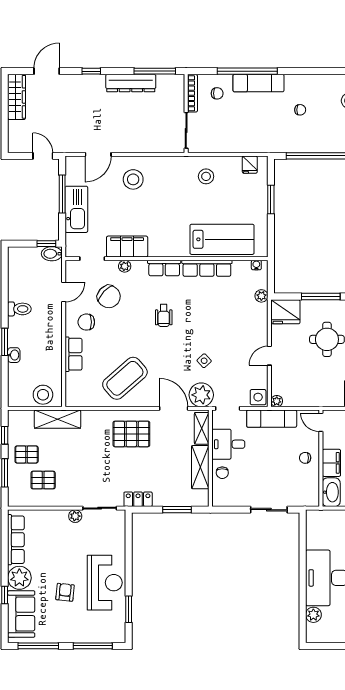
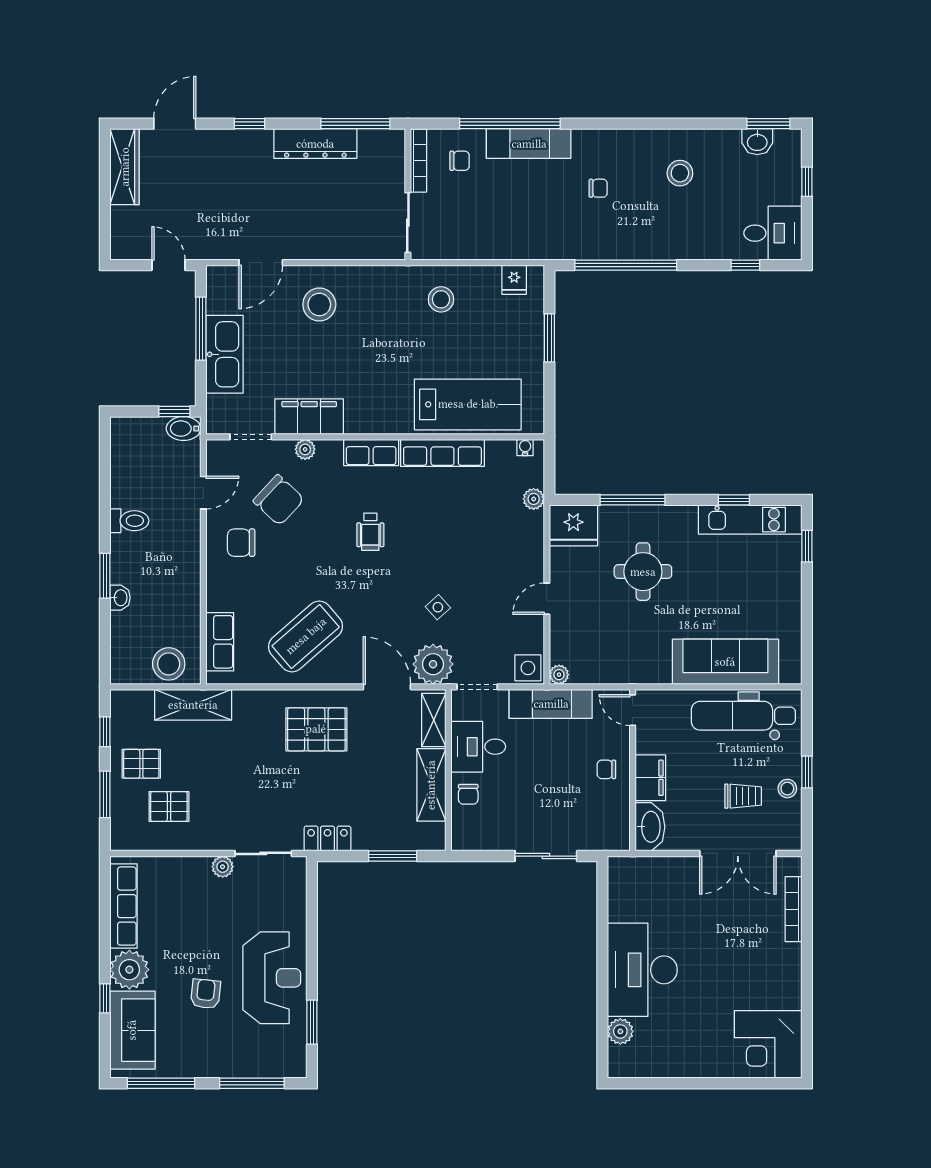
row of seats: (74, 354) -> (220, 642), moved

